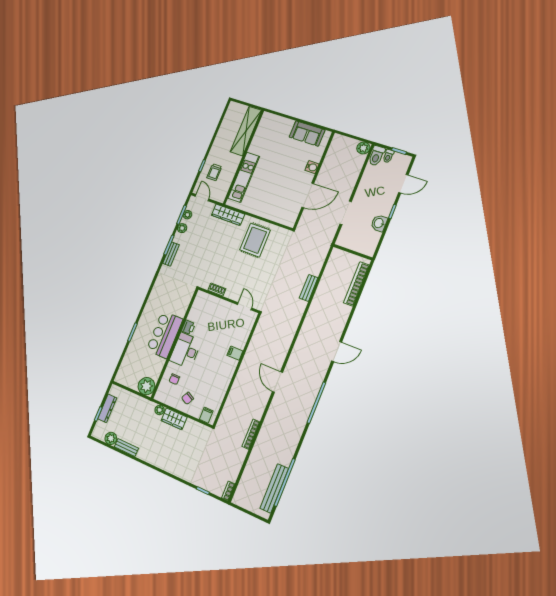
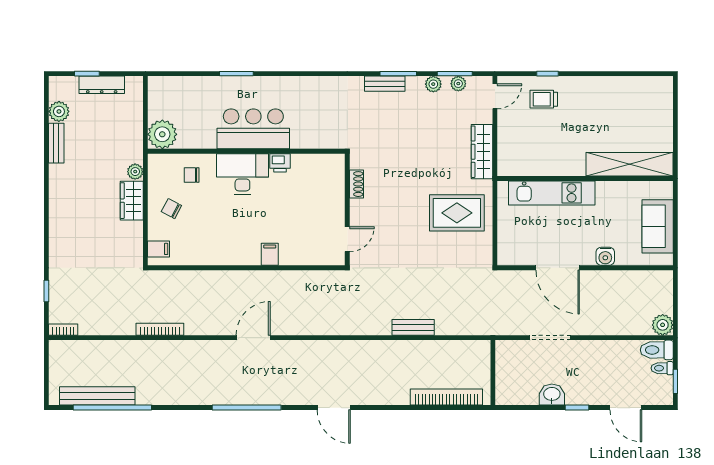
shelving: (246, 131) -> (629, 164), moved
wall: (244, 157) -> (585, 178), moved
kitchen unit: (244, 177) -> (552, 193), moved

